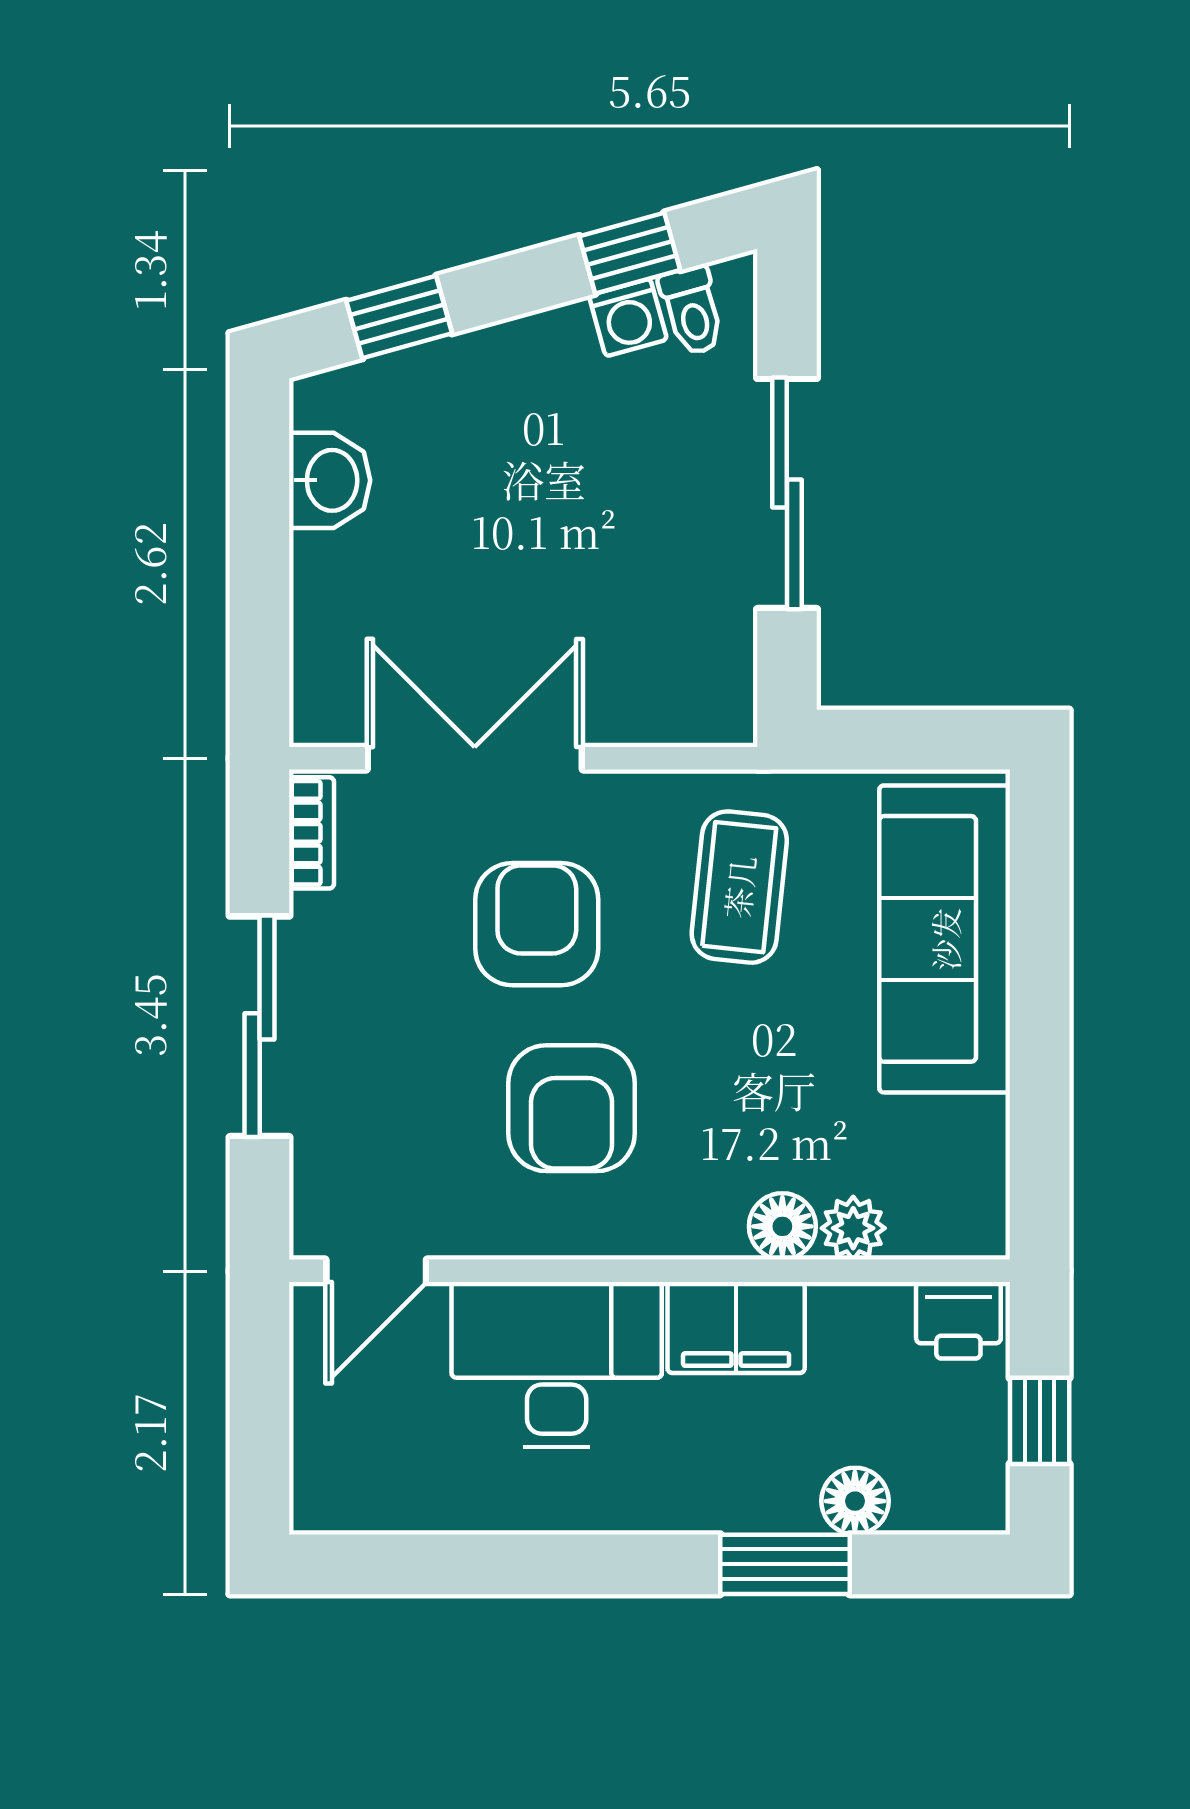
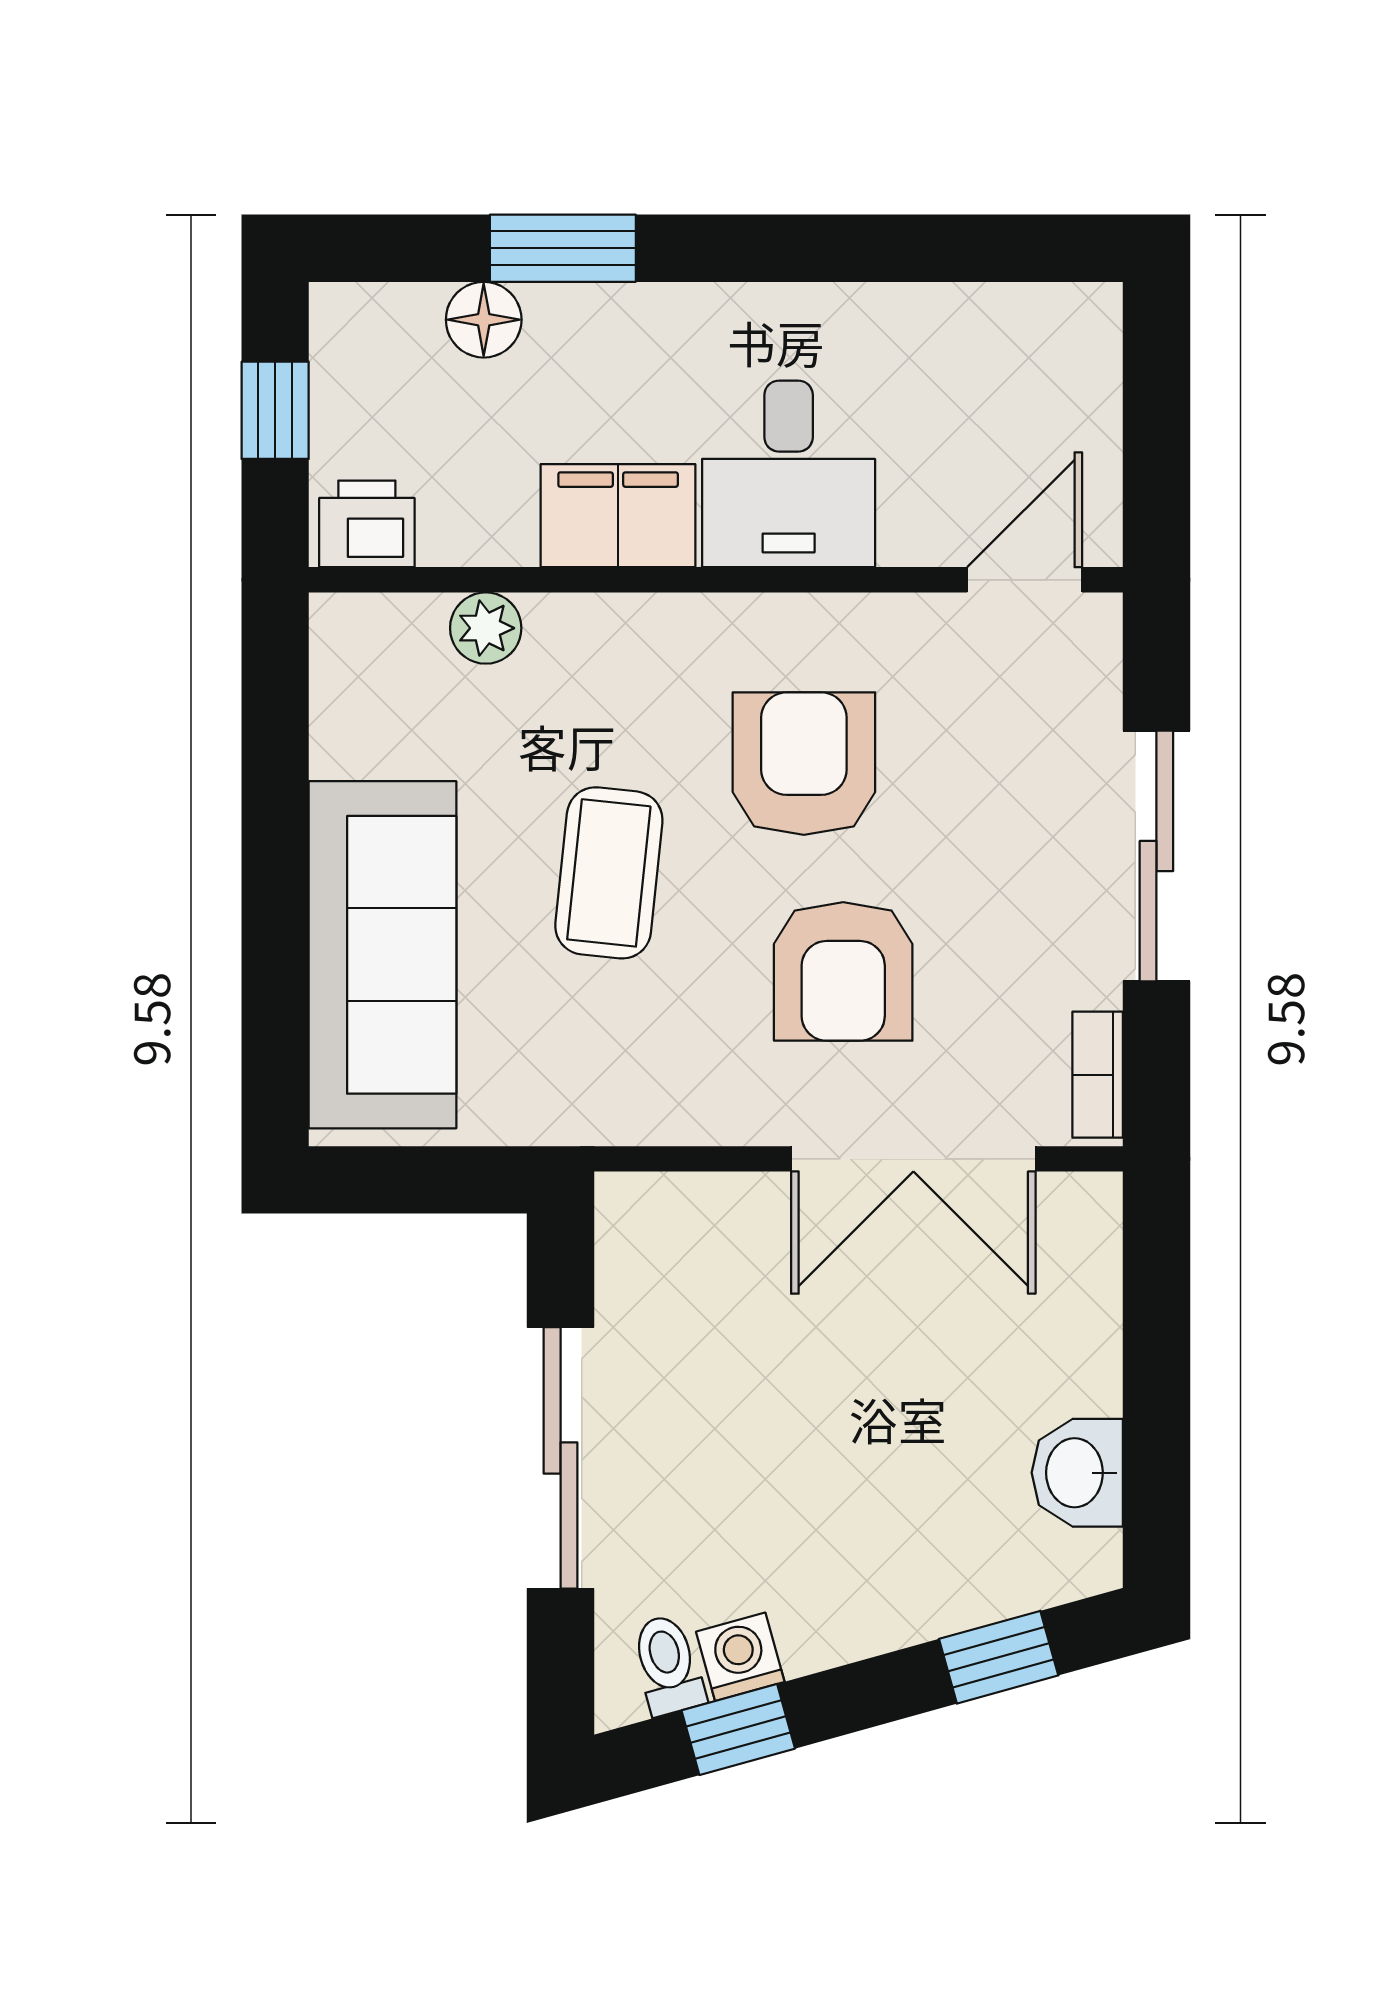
coffee table: (739, 887) -> (609, 873), moved
floor lamp: (782, 1226) -> (566, 630), removed
desk: (557, 1365) -> (789, 474), width x0.73

